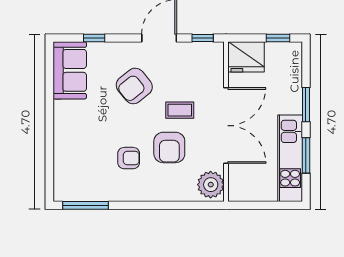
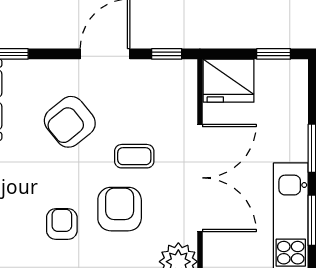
armchair: (169, 147) -> (120, 209), turned 180
armchair: (129, 158) -> (62, 224), turned -90

